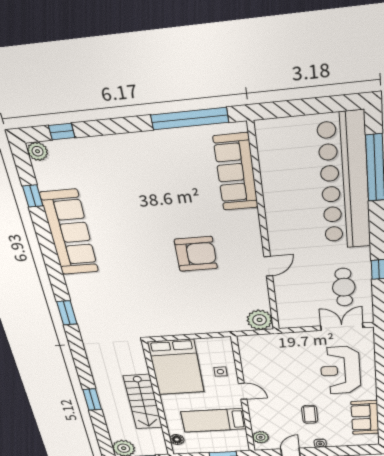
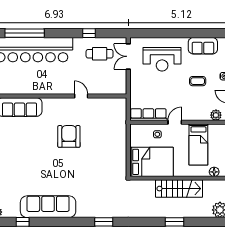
plant: (260, 320) -> (119, 105), removed
row of seats: (250, 359) -> (148, 115), added

